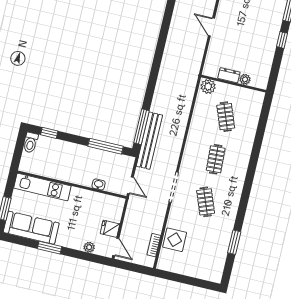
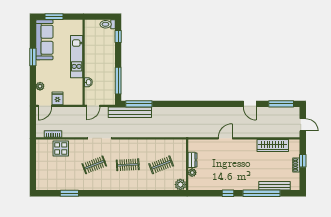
plant: (208, 86) -> (180, 185), moved
kitchen unit: (42, 187) -> (77, 57), moved

